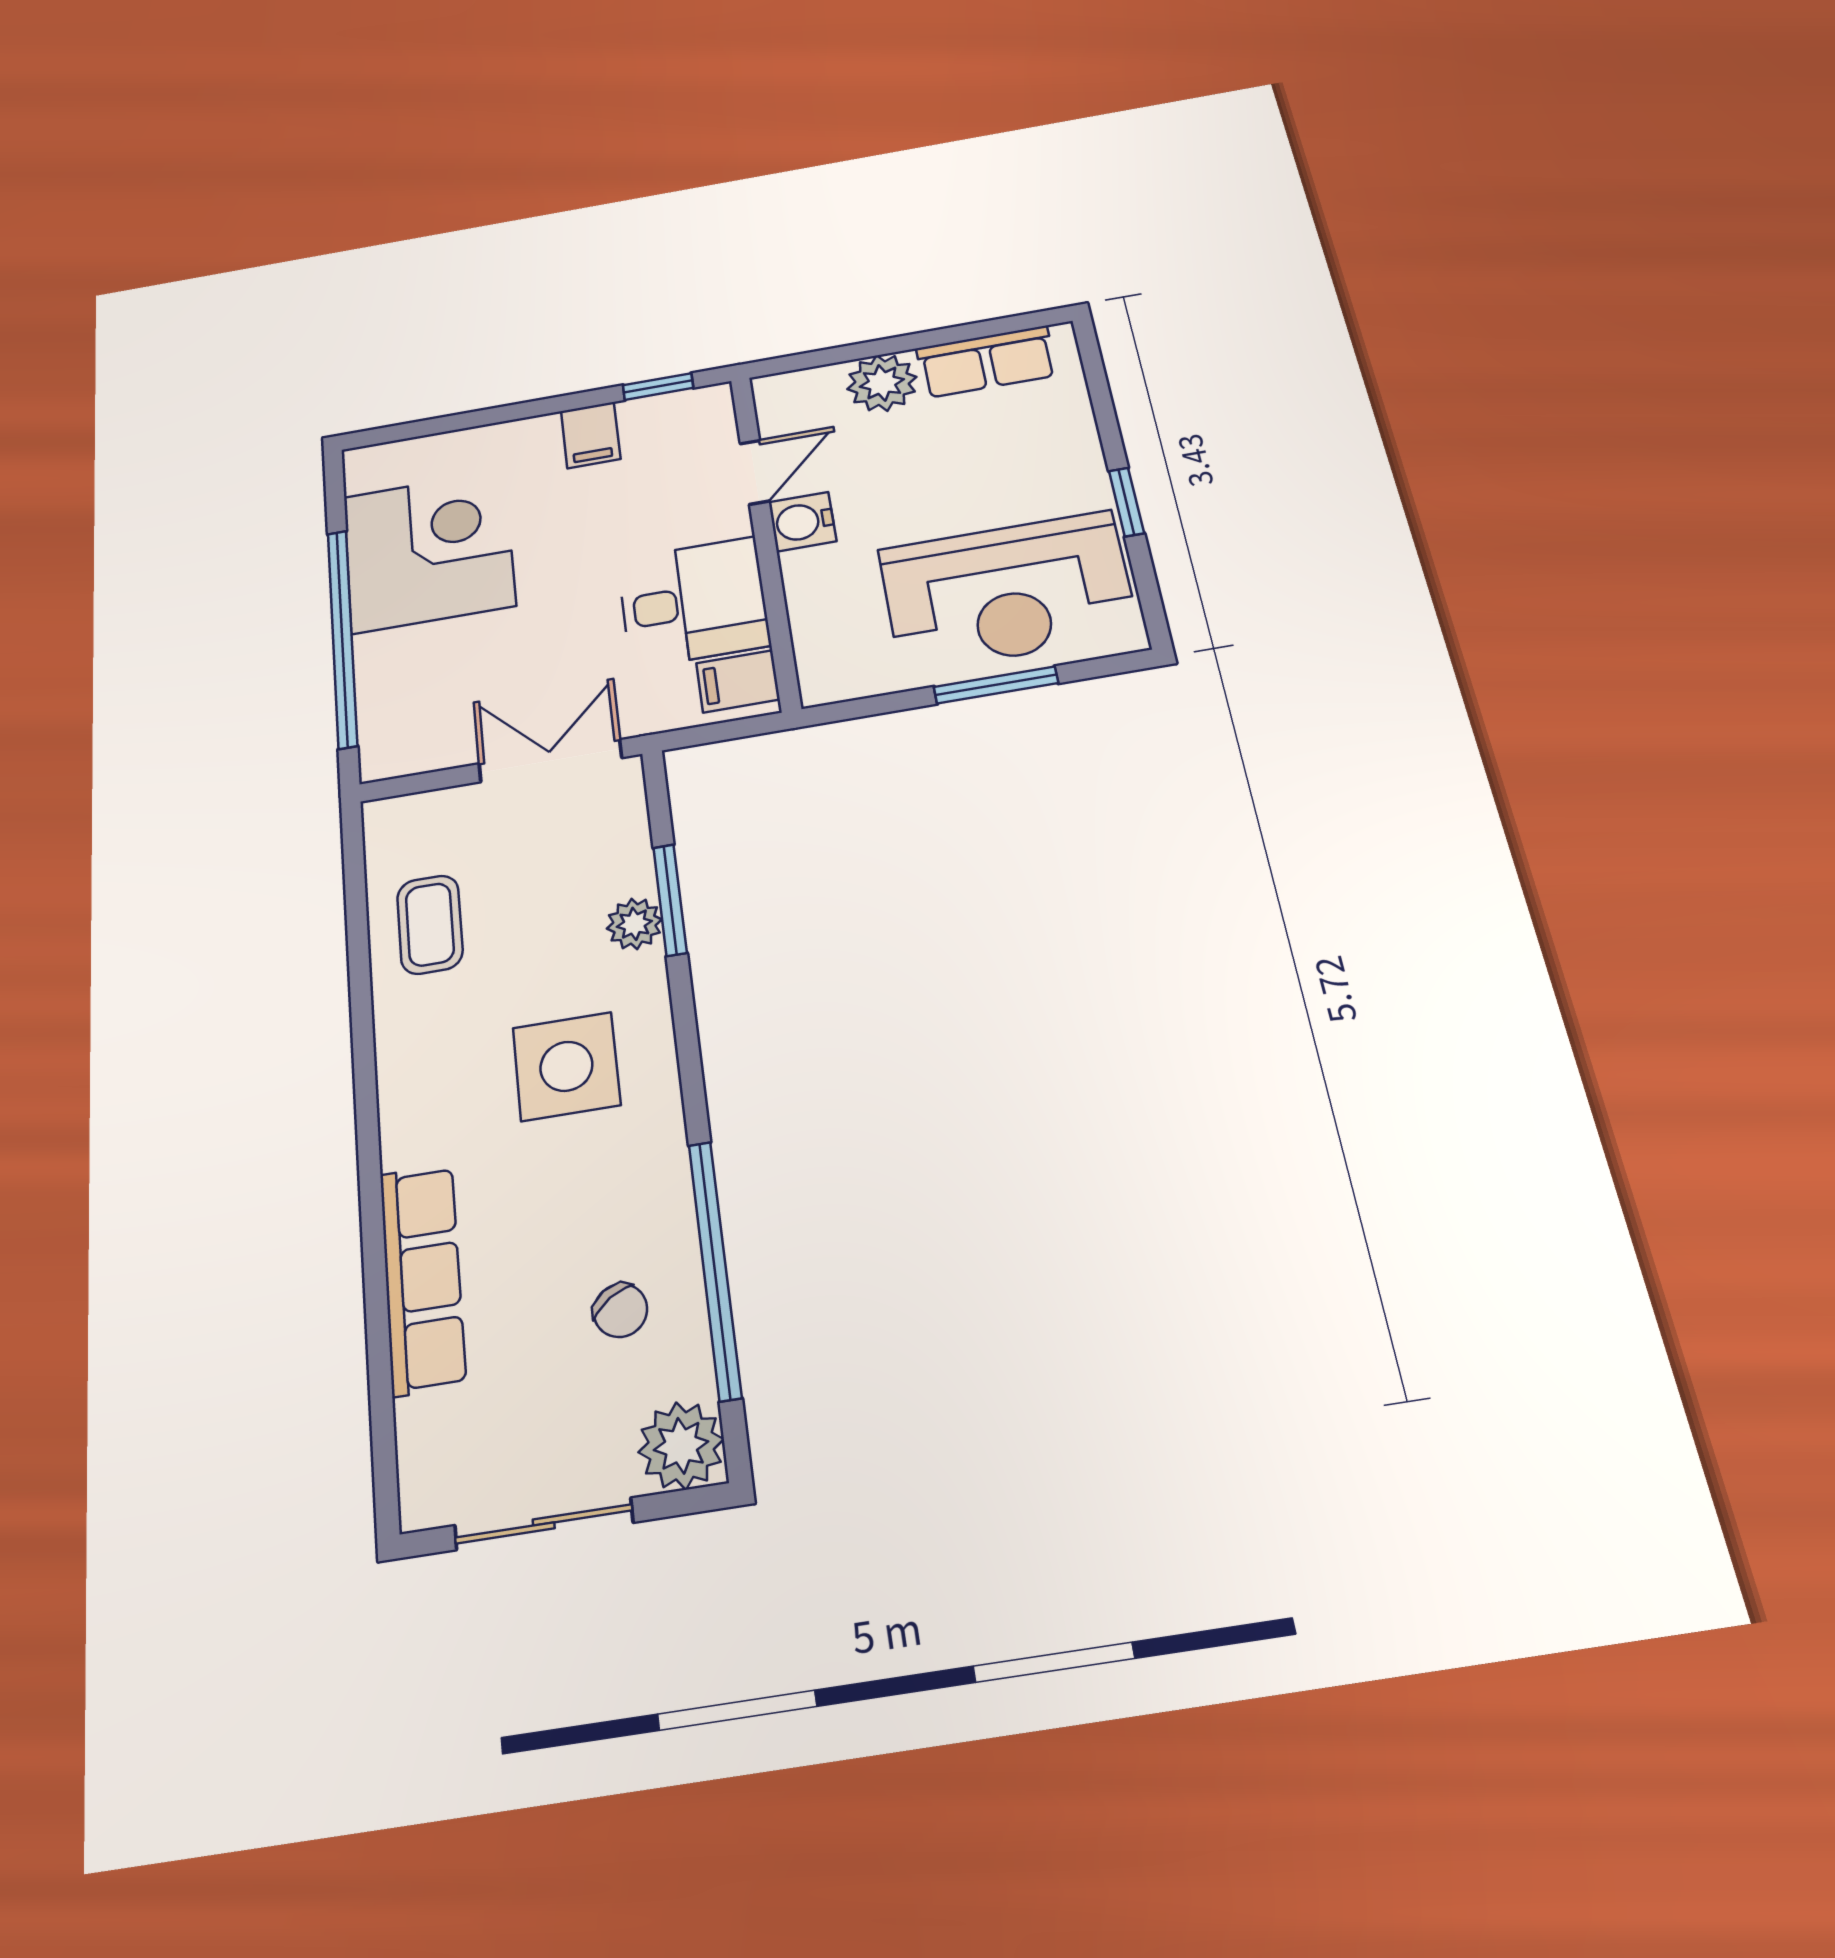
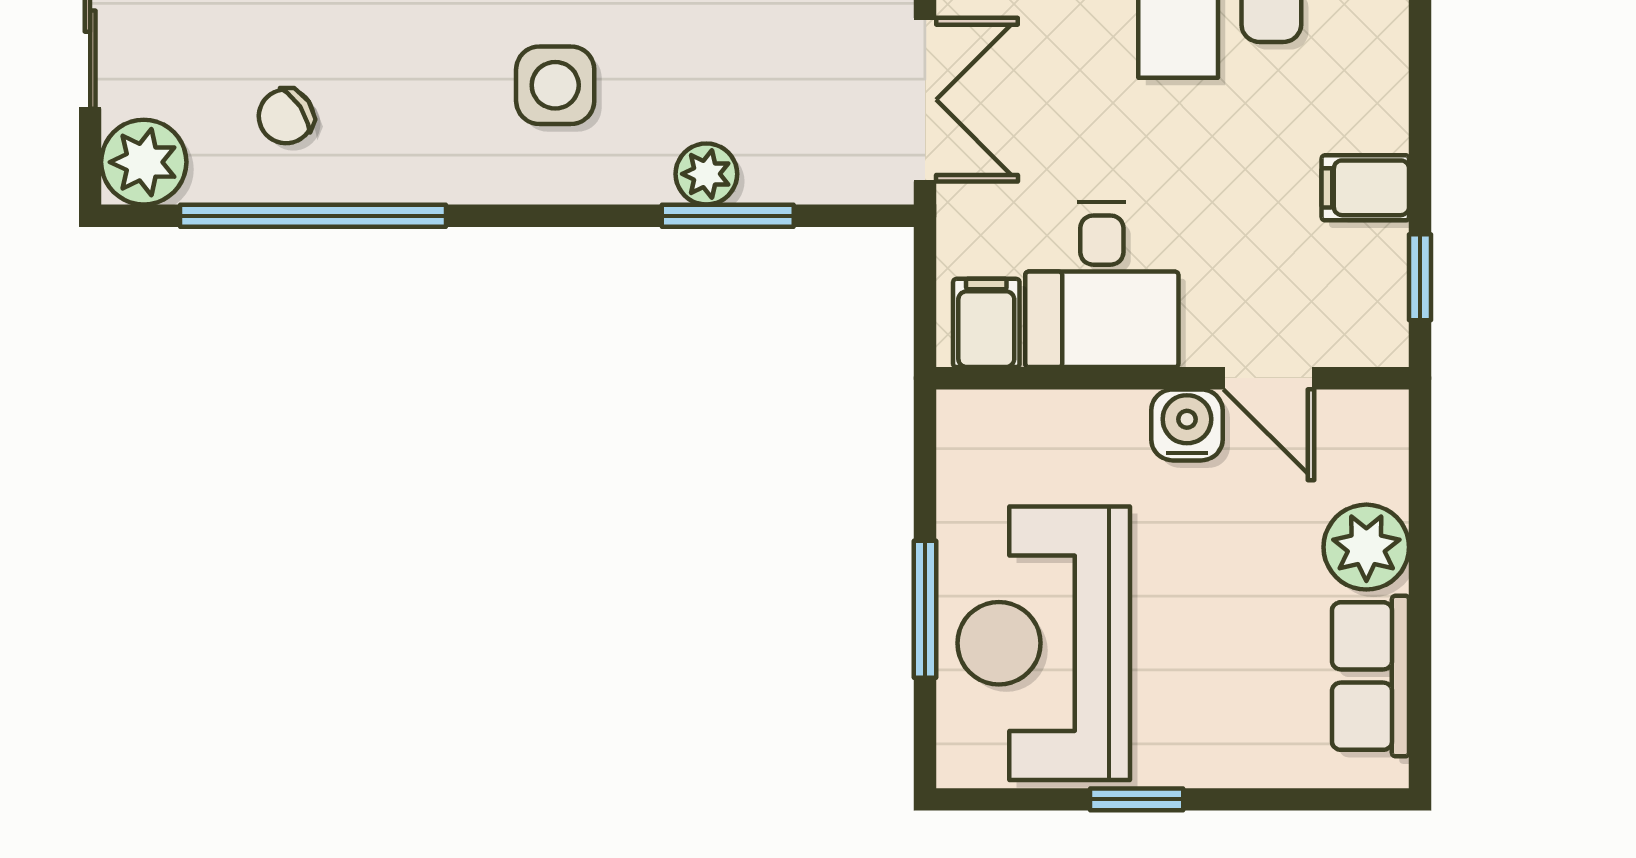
side table: (566, 1066) -> (555, 85), width x0.73, depth x0.73

